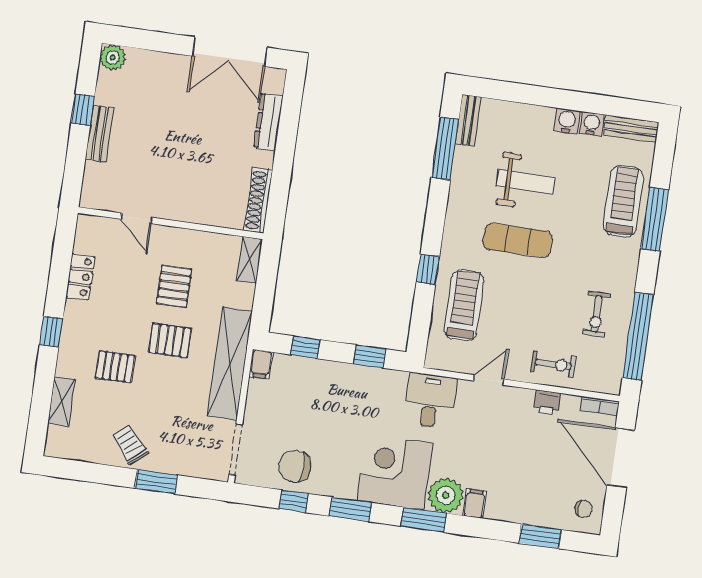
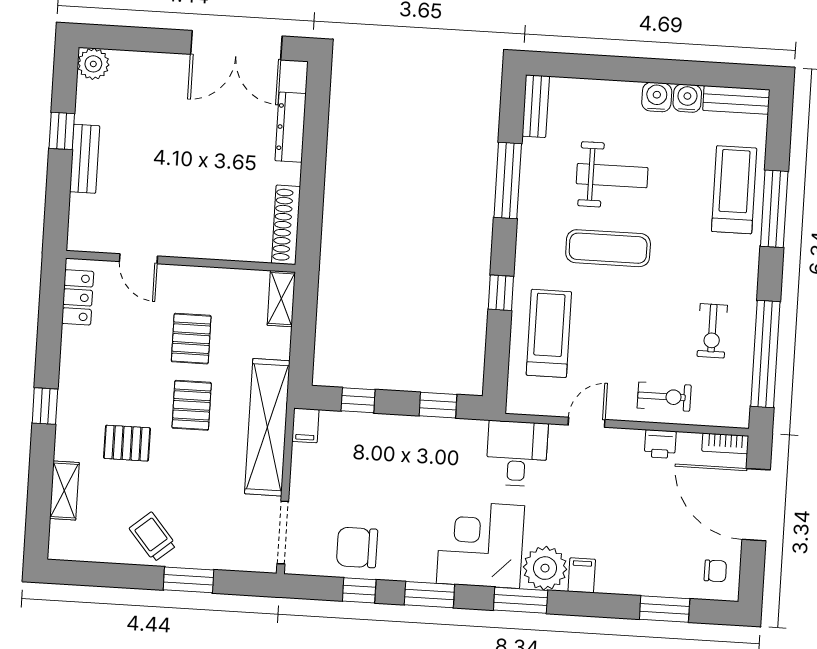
window: (445, 148) -> (508, 181), moved
locker: (80, 277) -> (78, 297), moved
pallet: (170, 340) -> (192, 405), turned 90

